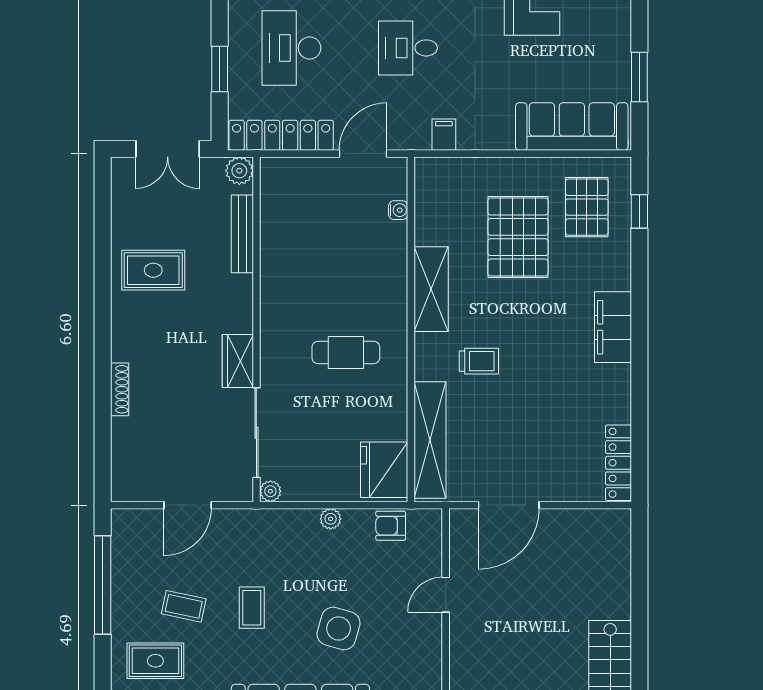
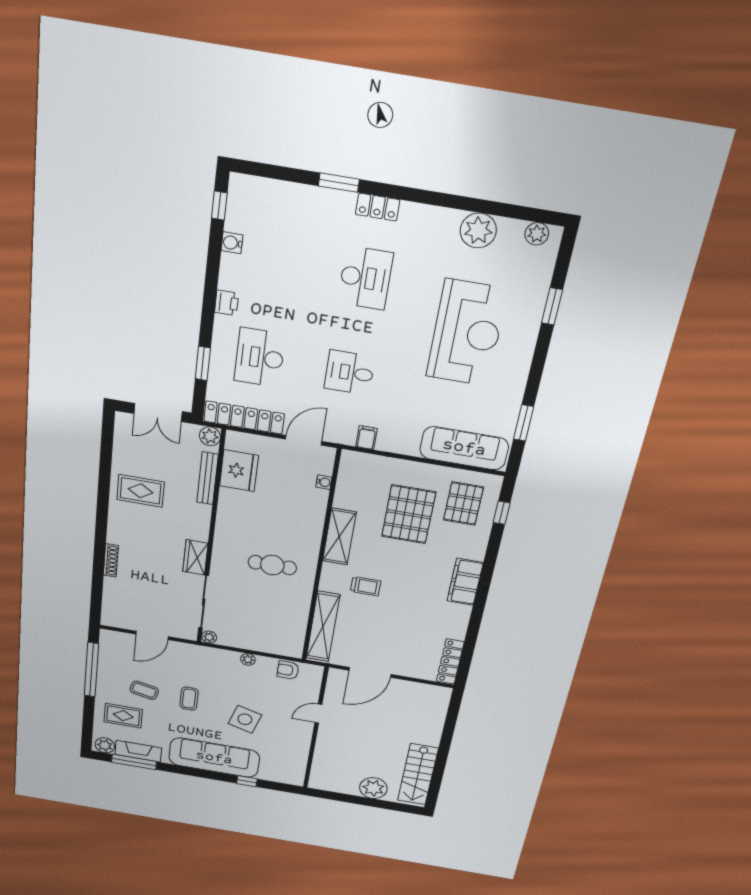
fridge: (384, 470) -> (239, 471), moved, turned 180

